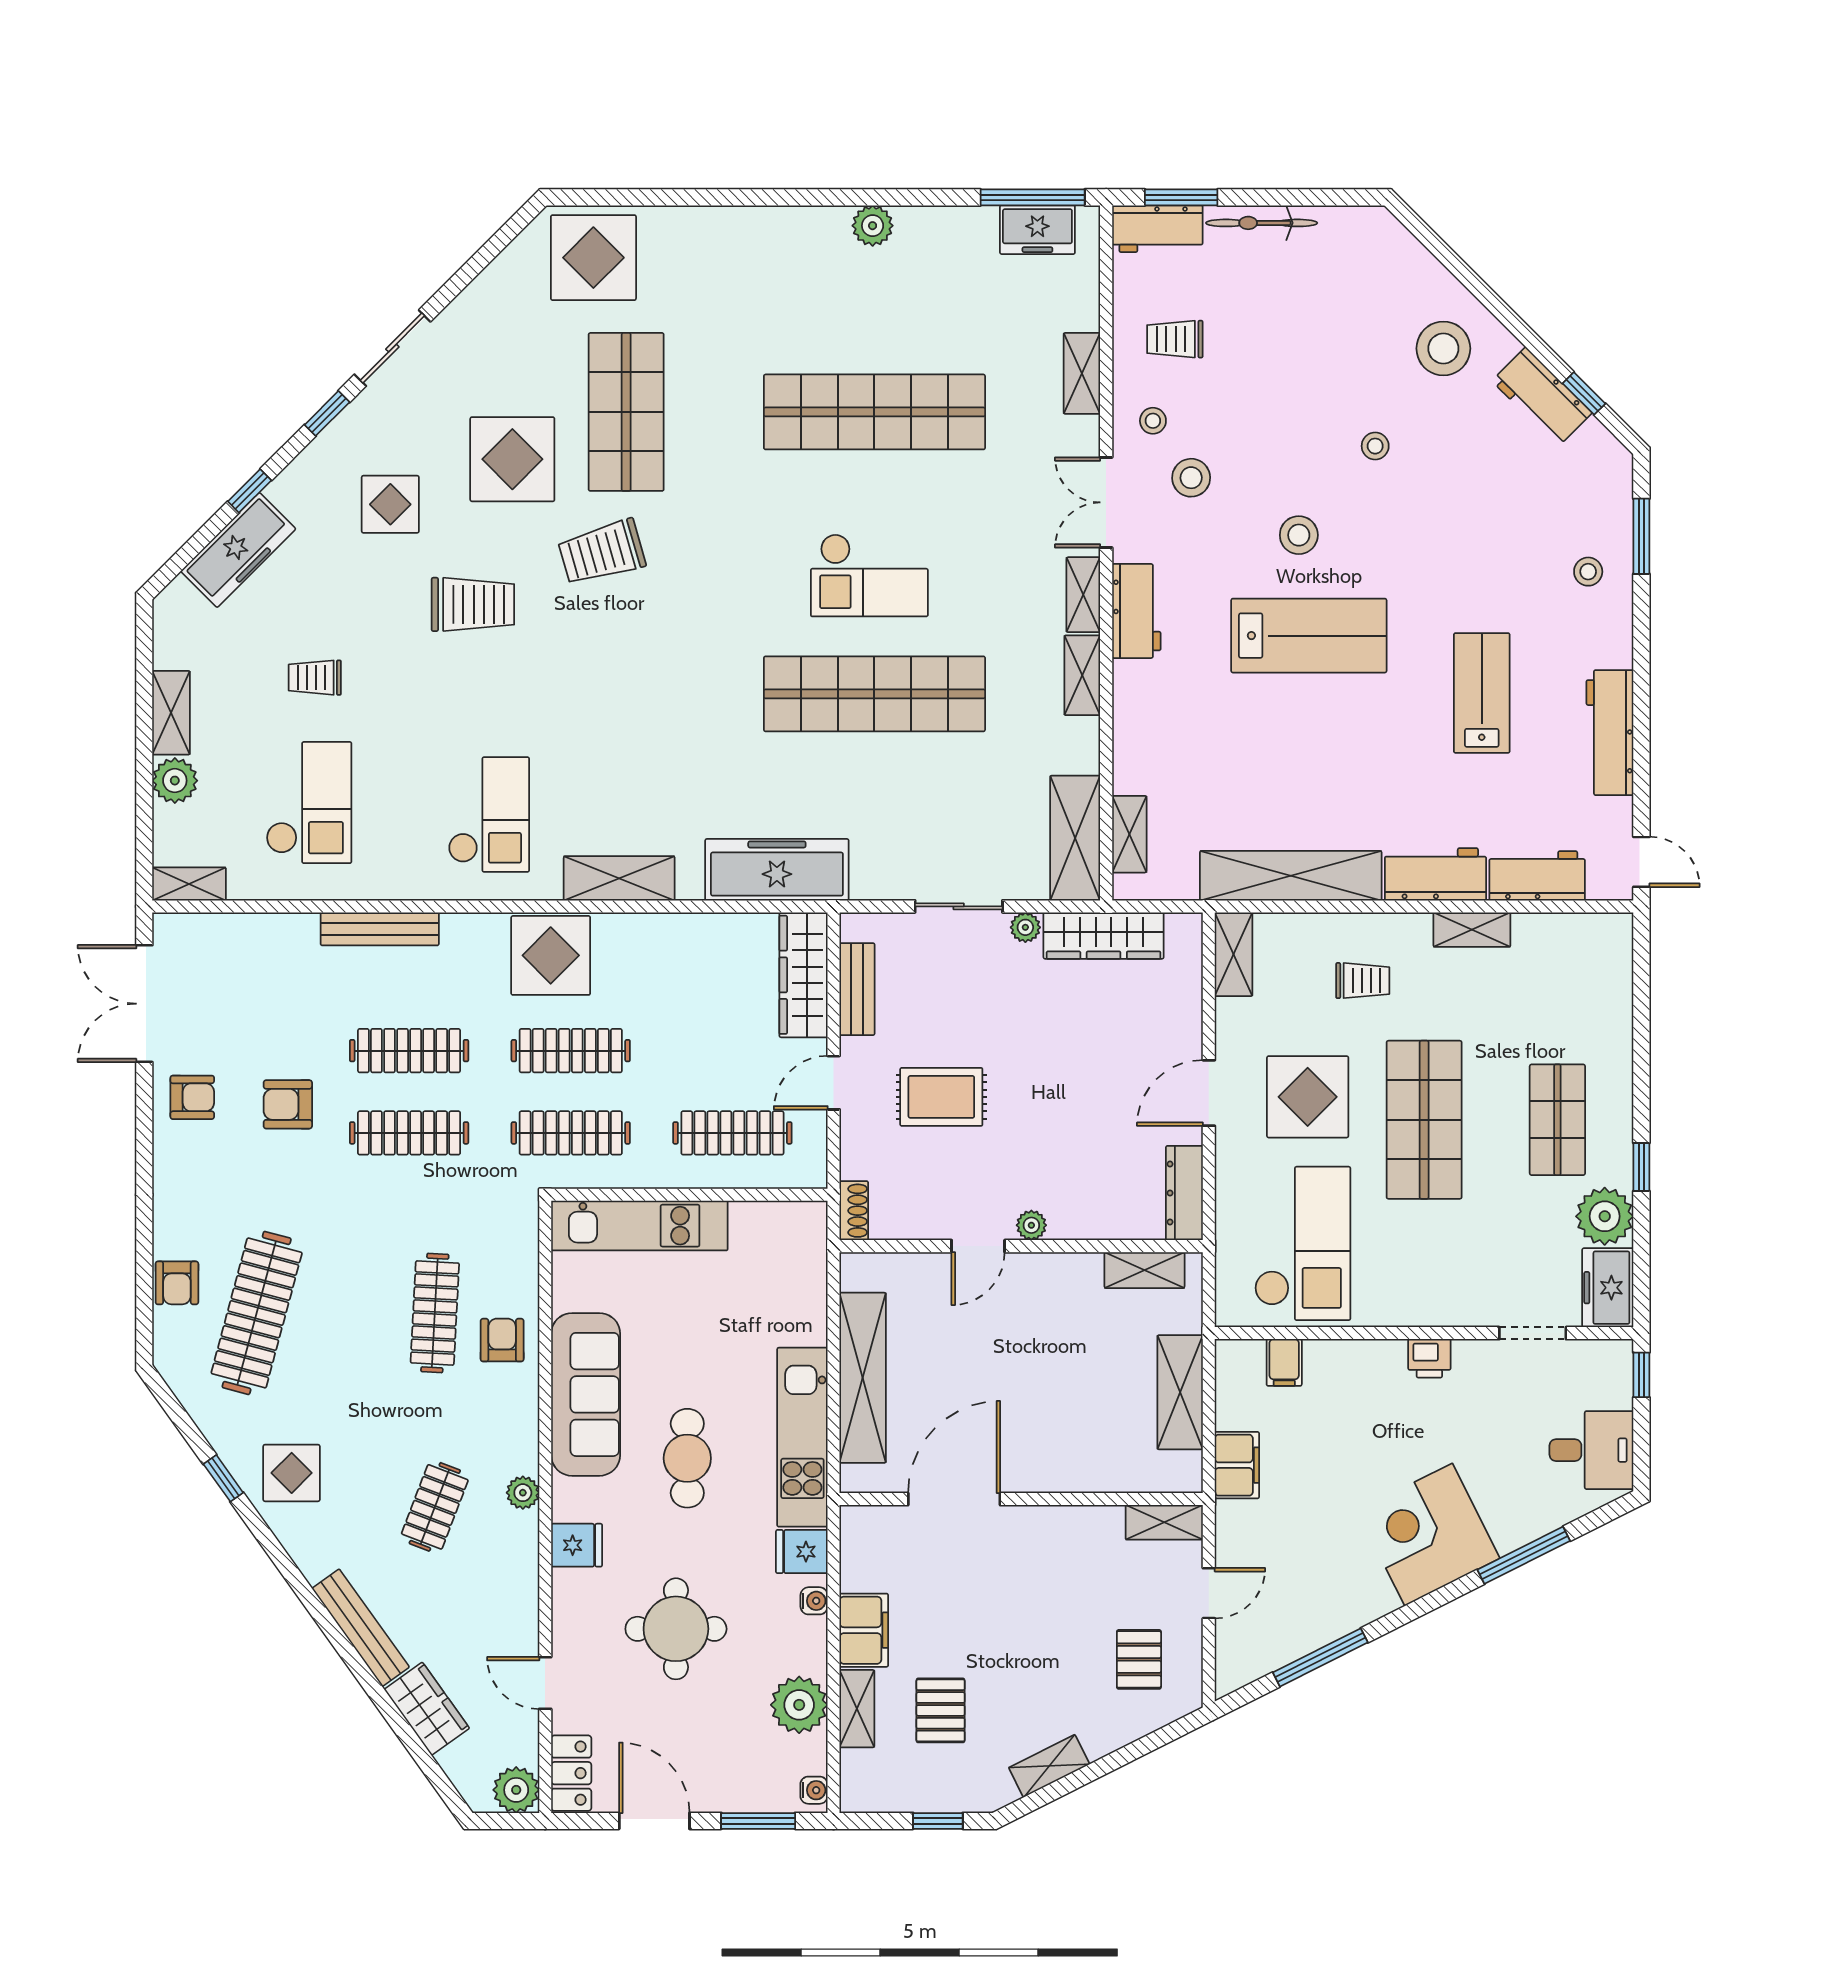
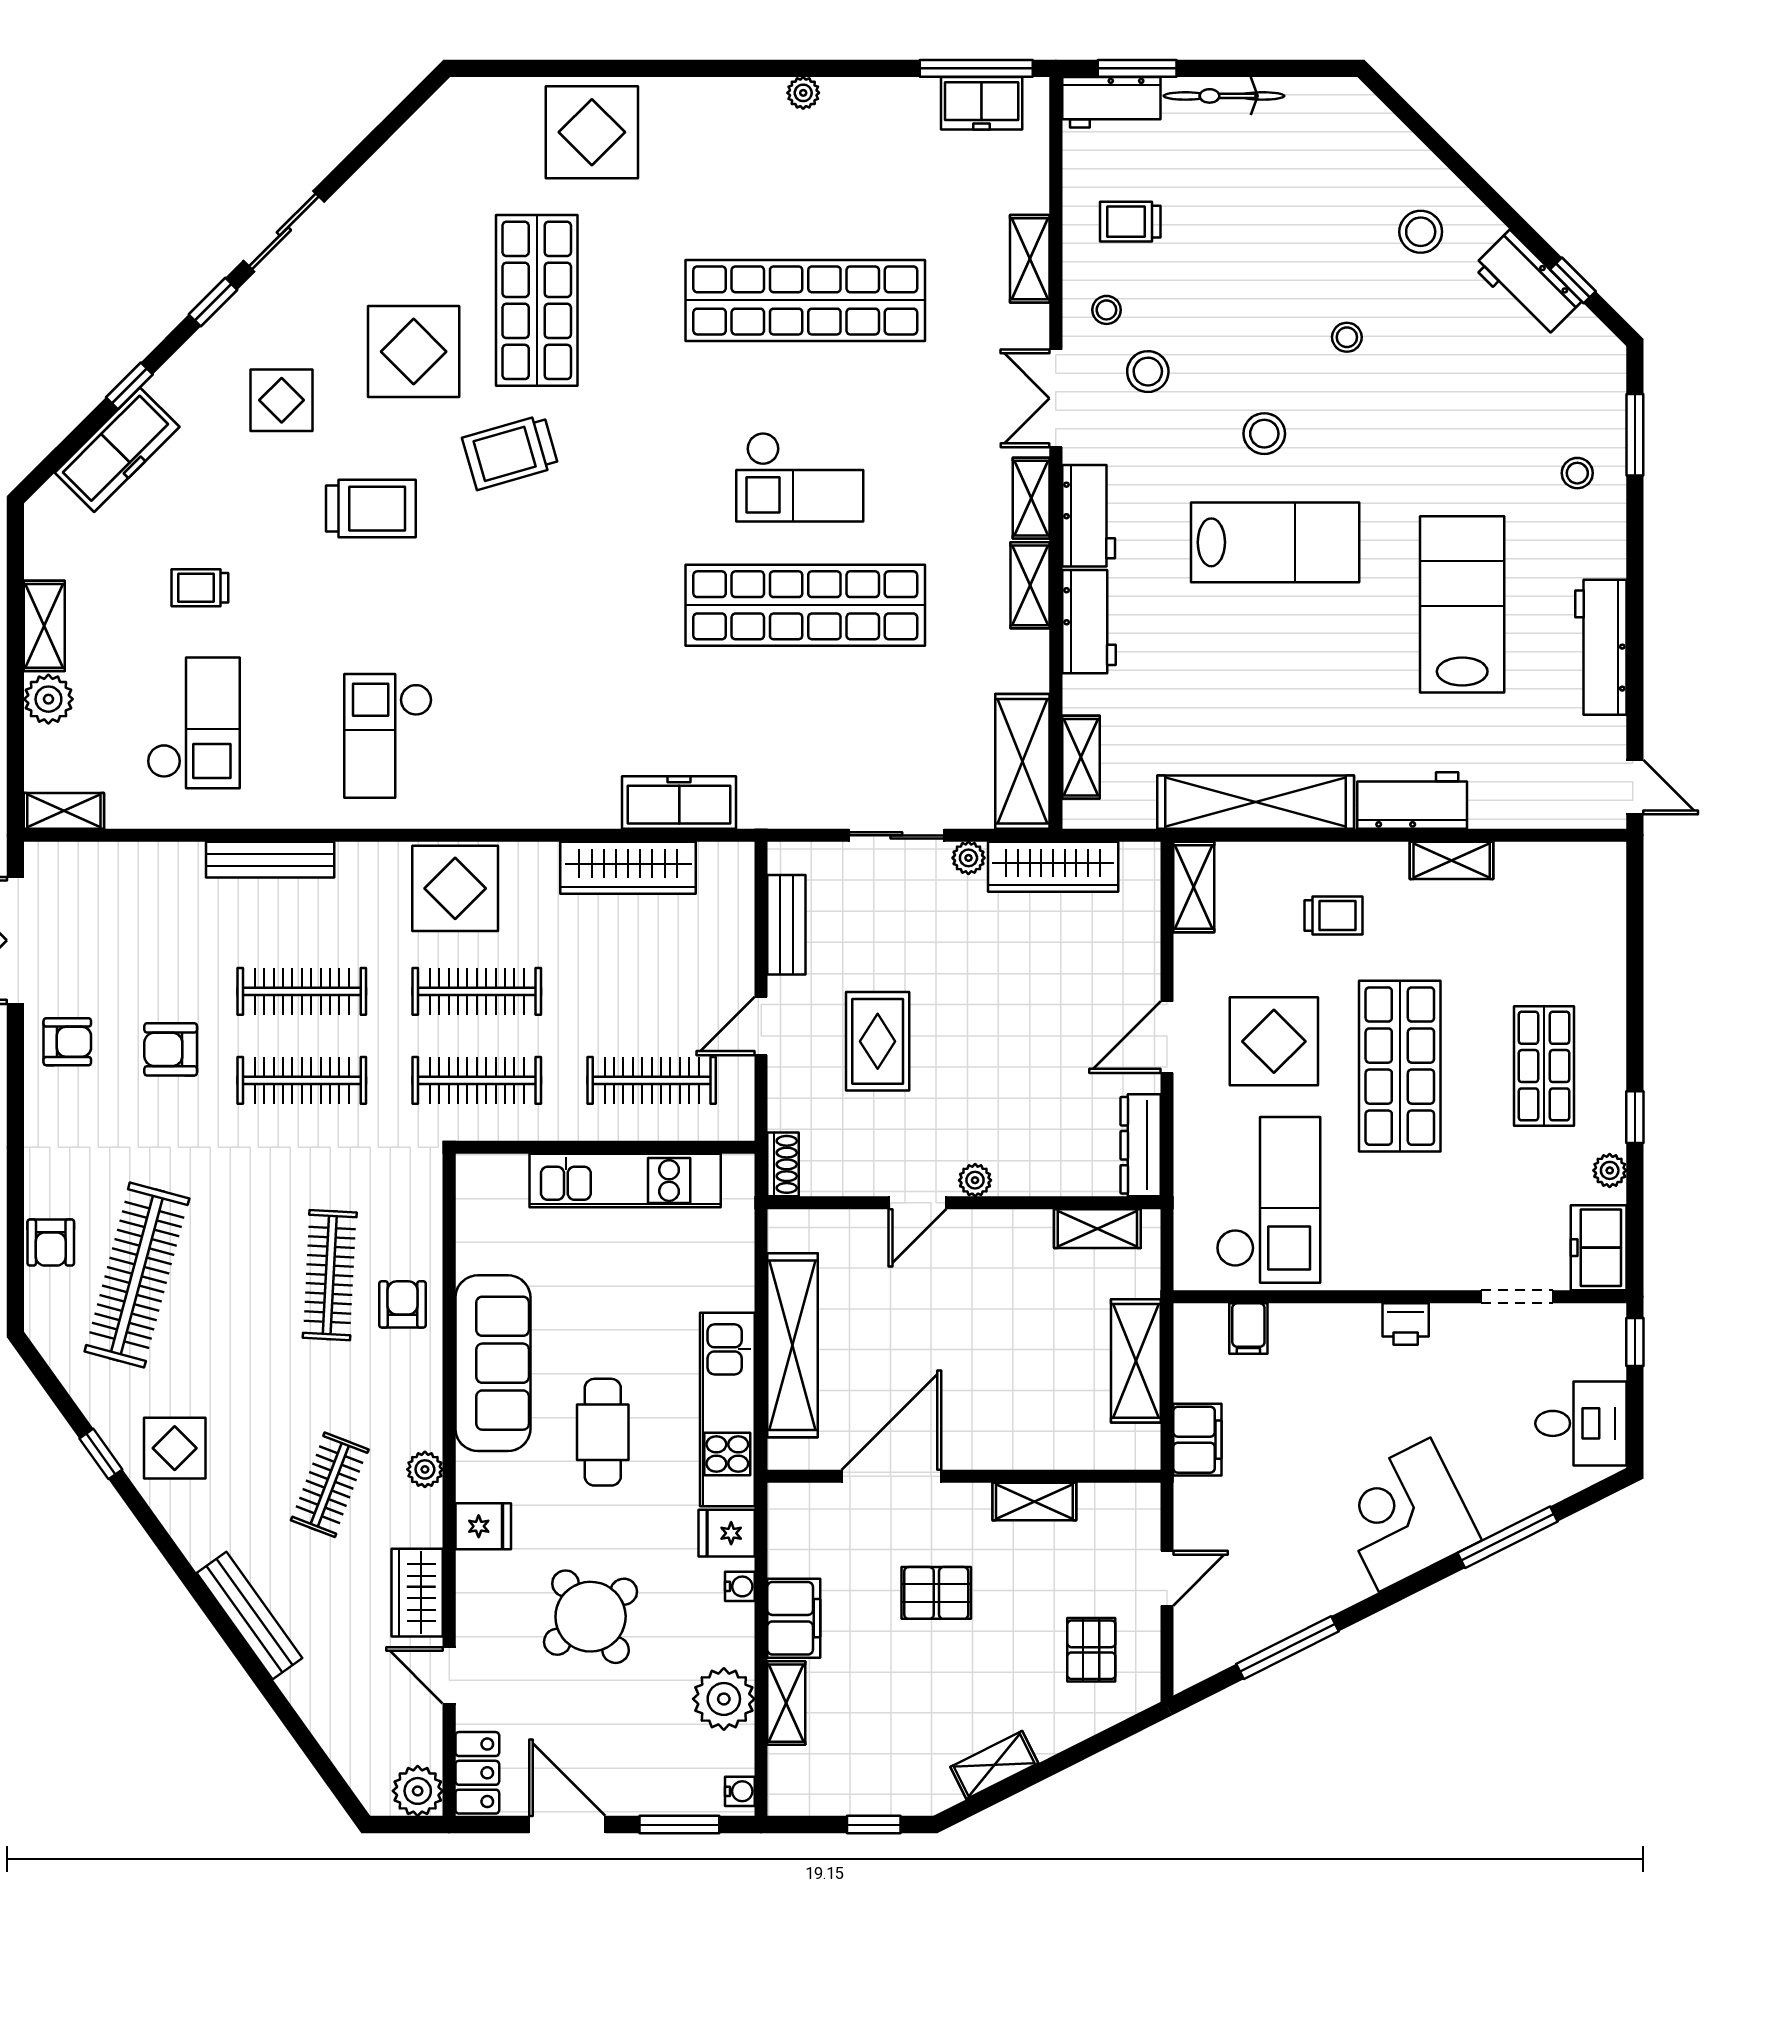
plant: (873, 226) -> (803, 93), width x0.73, depth x0.73
display table: (593, 258) -> (592, 132), moved
stool: (1443, 348) -> (1421, 232), width x0.73, depth x0.73
lab bench: (1482, 693) -> (1462, 604), width x1.36, depth x1.39
checkout: (489, 814) -> (388, 736), turned 180
freezer: (777, 870) -> (679, 802), width x0.73, depth x0.79
workbench: (1537, 876) -> (1089, 622), moved, turned 90
shelving: (619, 878) -> (529, 805), removed
wardrobe: (803, 975) -> (628, 868), moved, turned -90
rug: (941, 1097) -> (878, 1041), turned 90
plant: (1605, 1216) -> (1610, 1170), width x0.53, depth x0.53
kitchen unit: (639, 1226) -> (625, 1181), moved
shelving: (1164, 1522) -> (1034, 1501), moved
round table: (676, 1629) -> (591, 1617), turned -37
wardrobe: (427, 1709) -> (417, 1593), moved, turned -144
pallet: (941, 1710) -> (936, 1593), moved, turned 90

